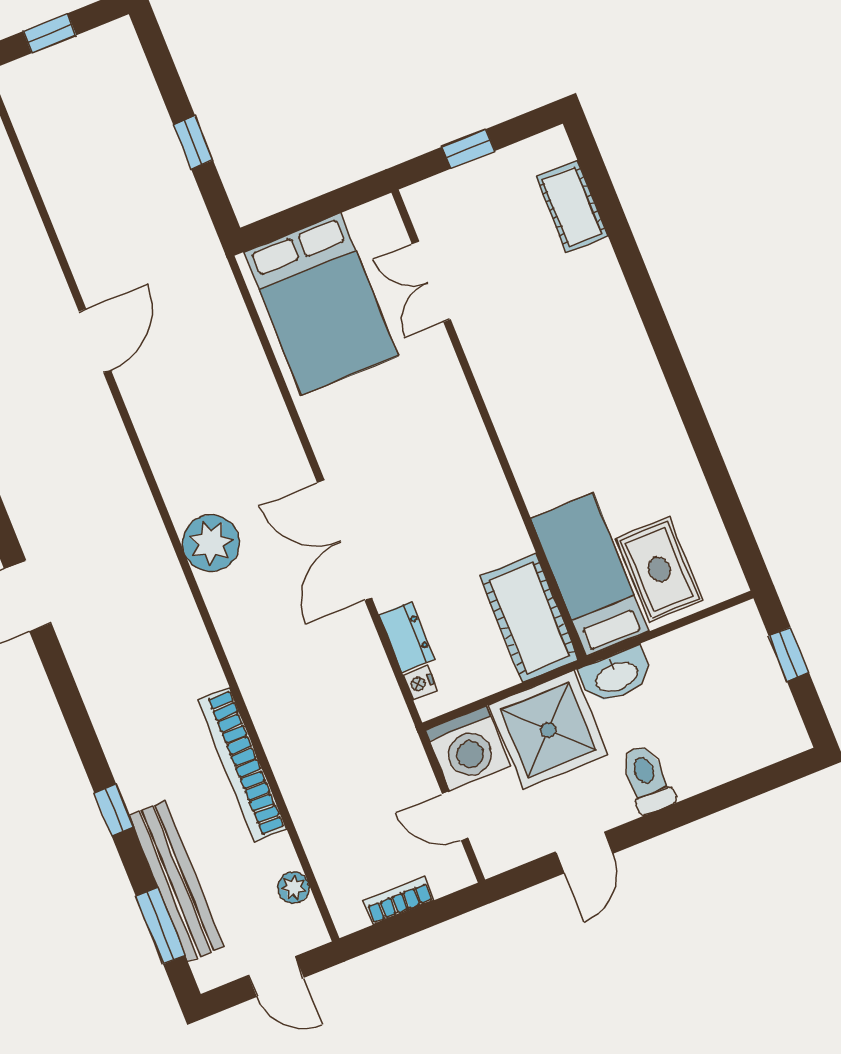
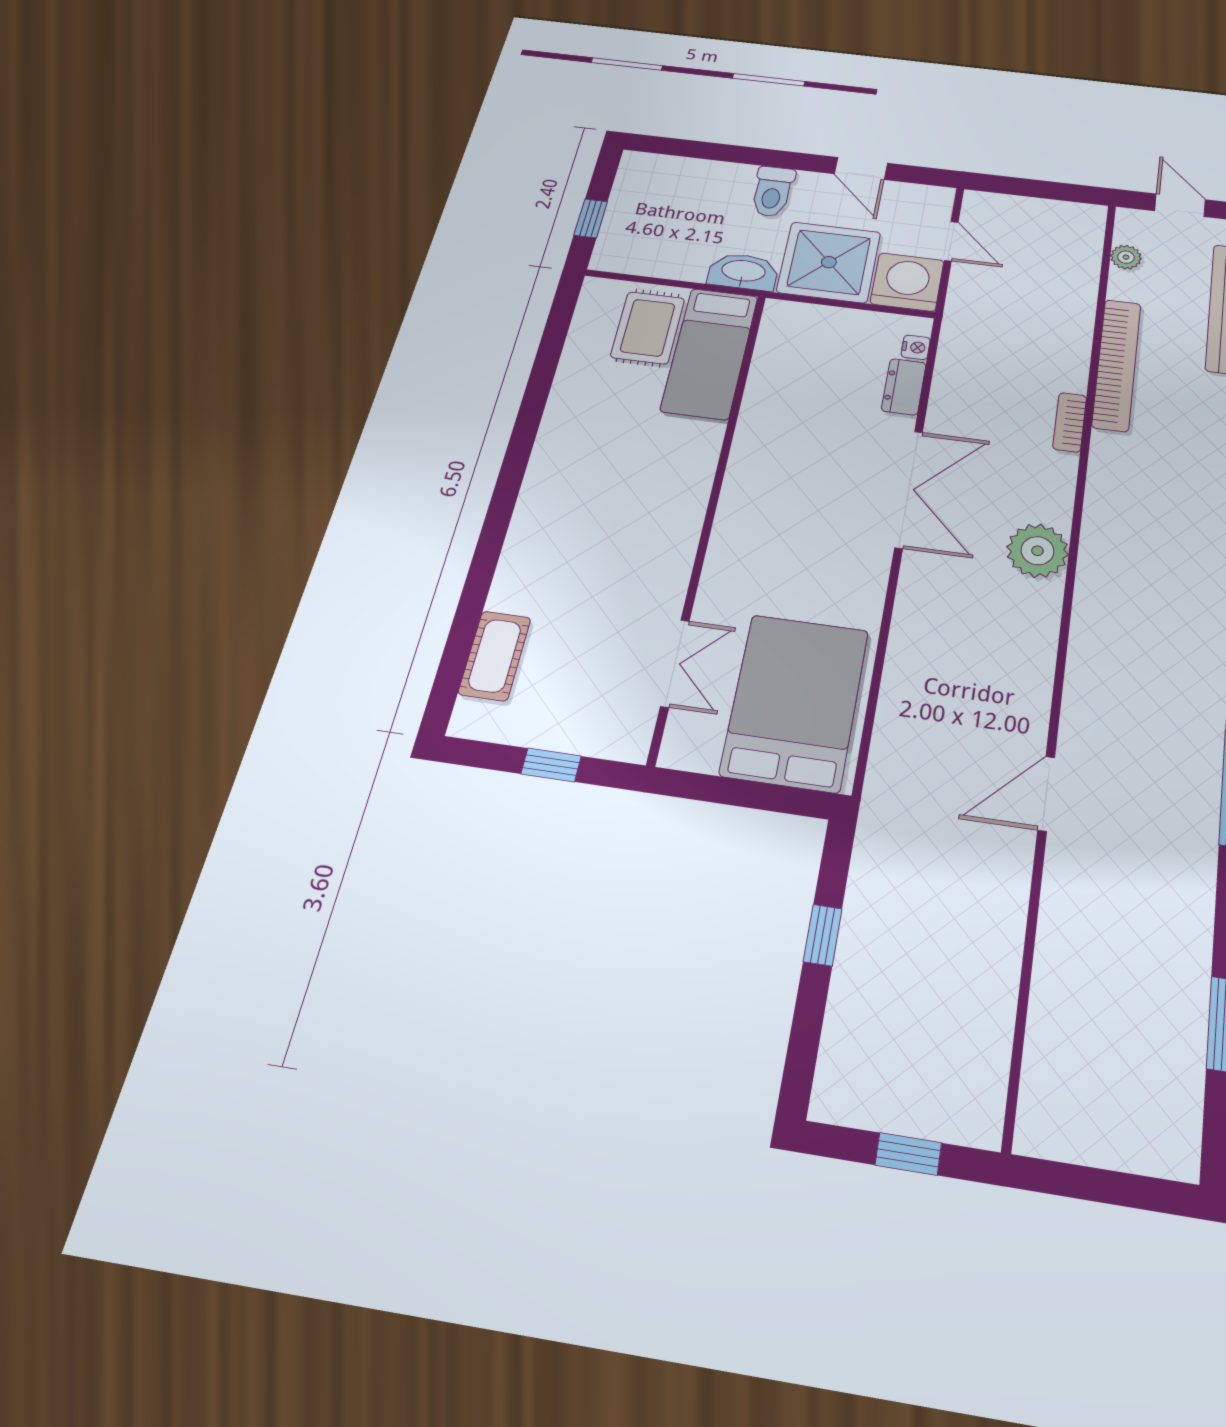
cot: (529, 618) -> (785, 348), removed
door: (584, 853) -> (861, 168), swing flipped
bookcase: (399, 900) -> (1070, 422), moved, turned 90

